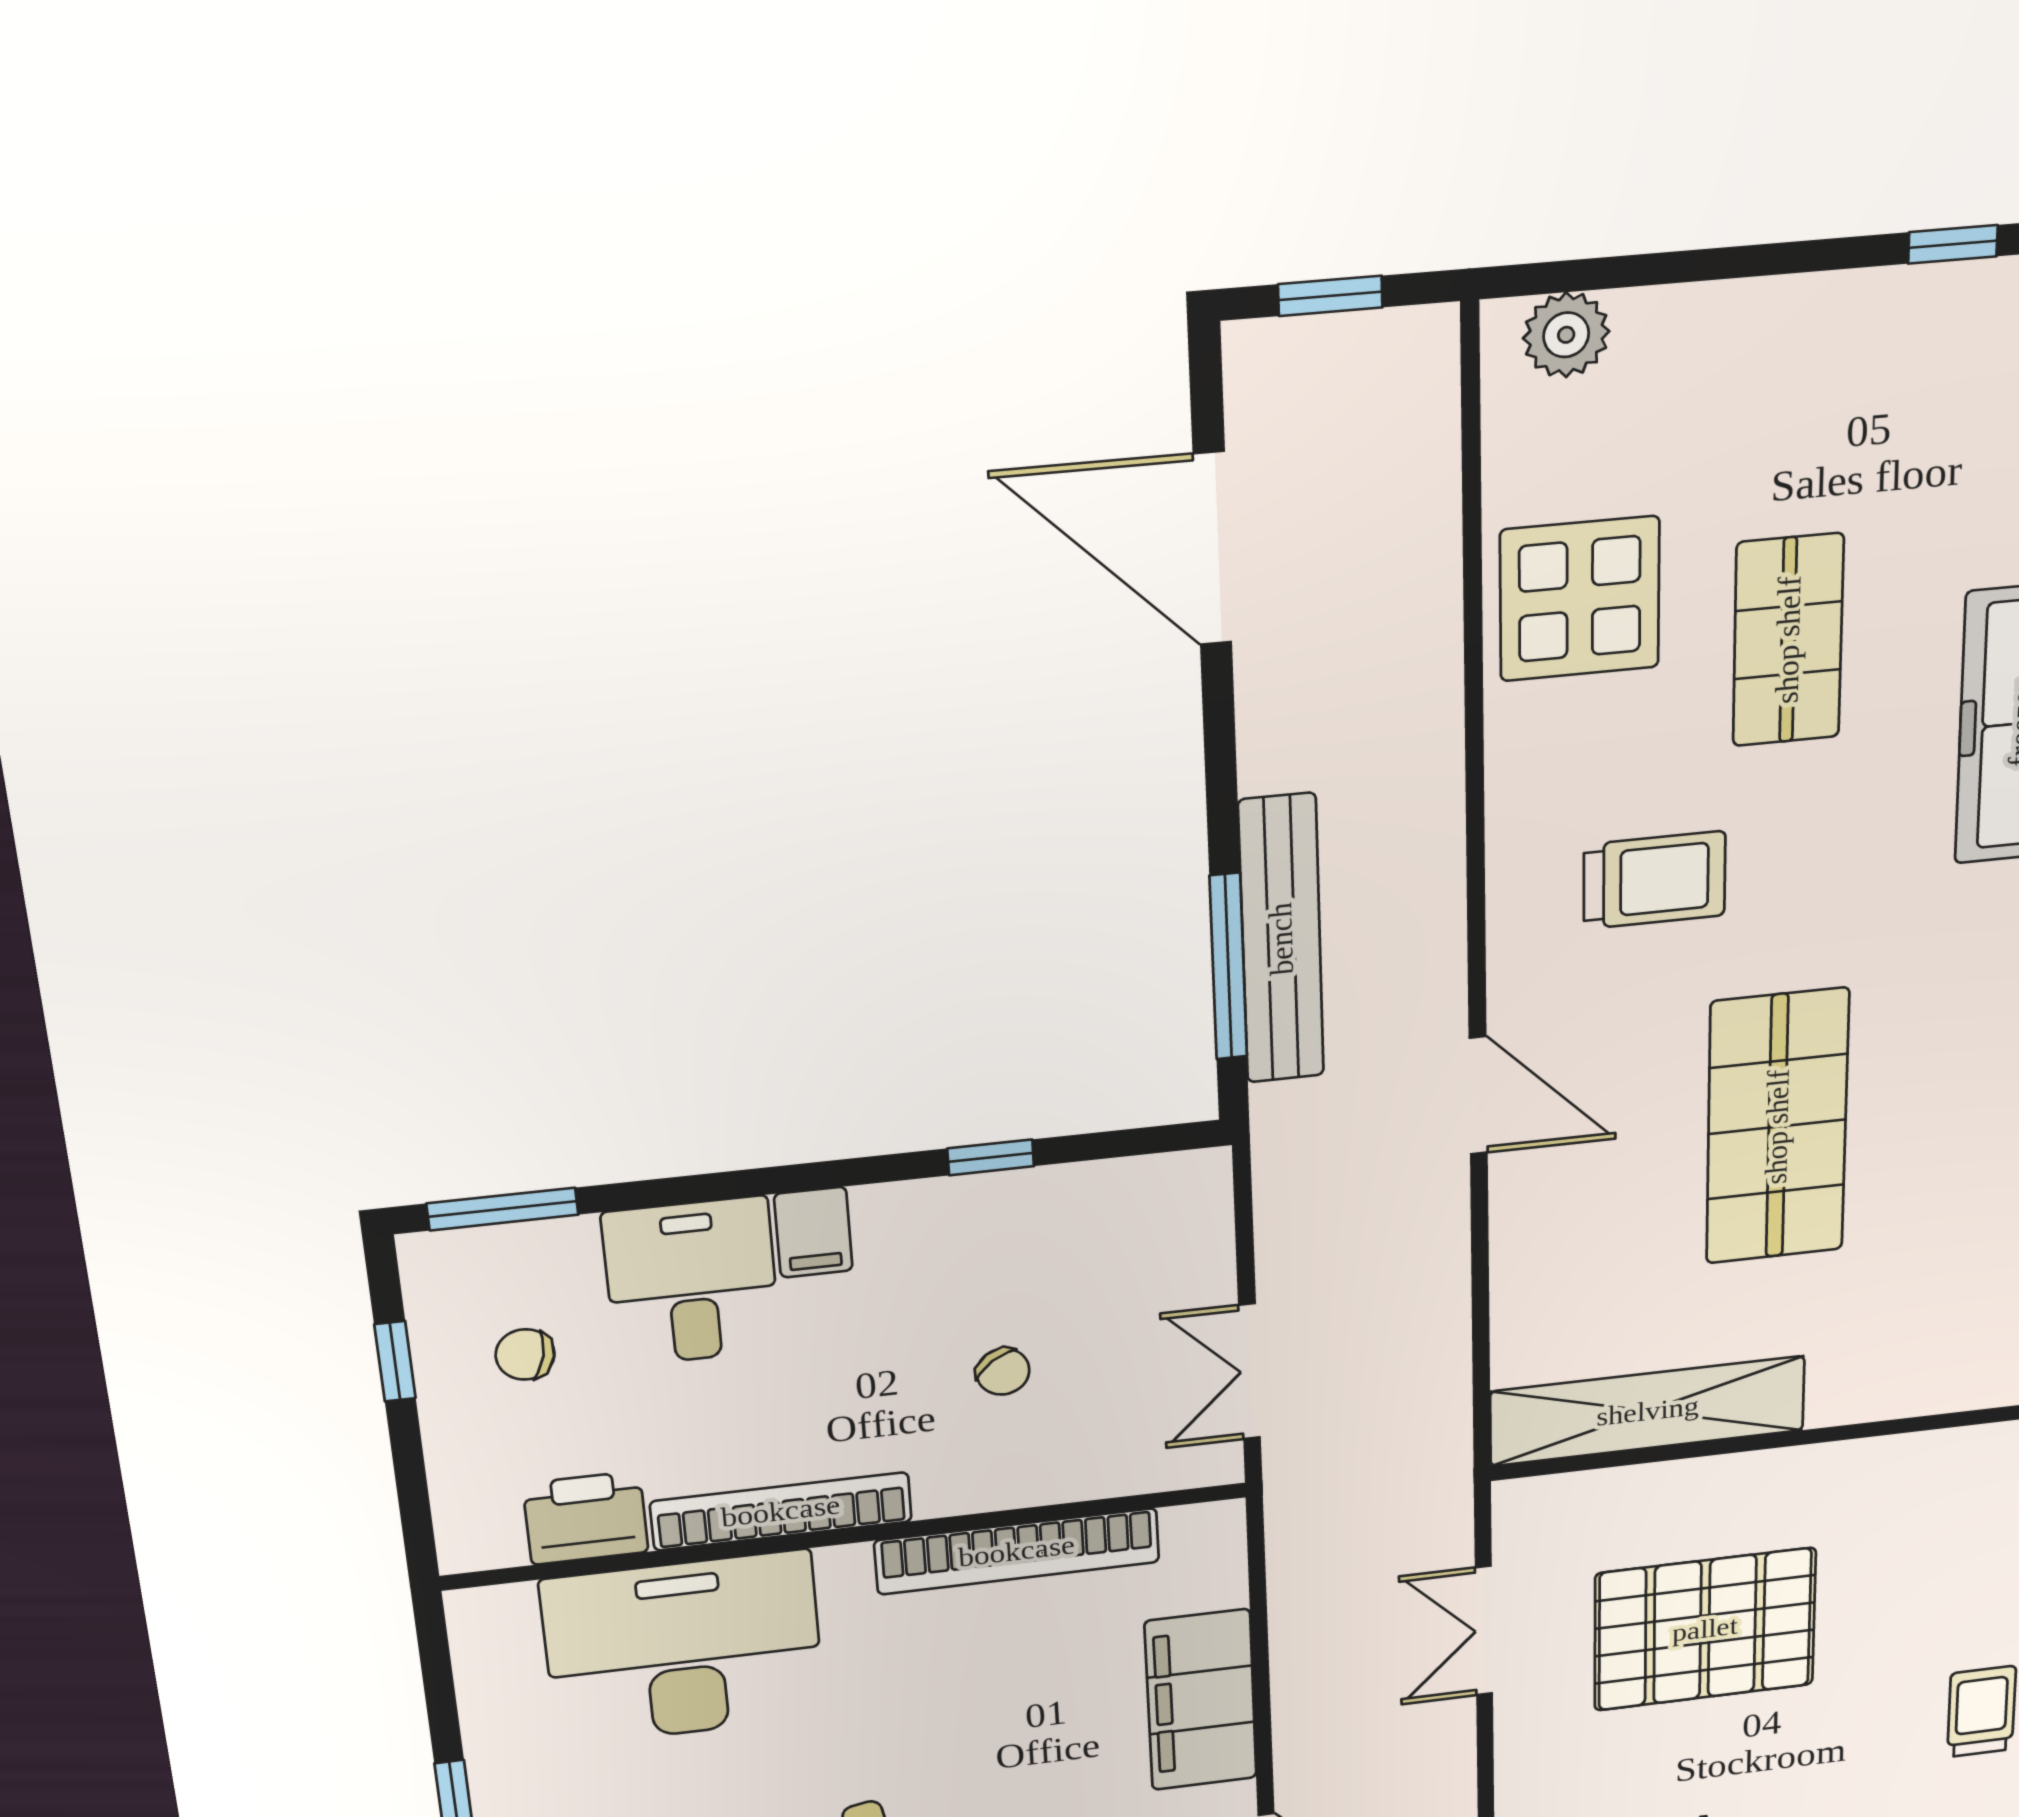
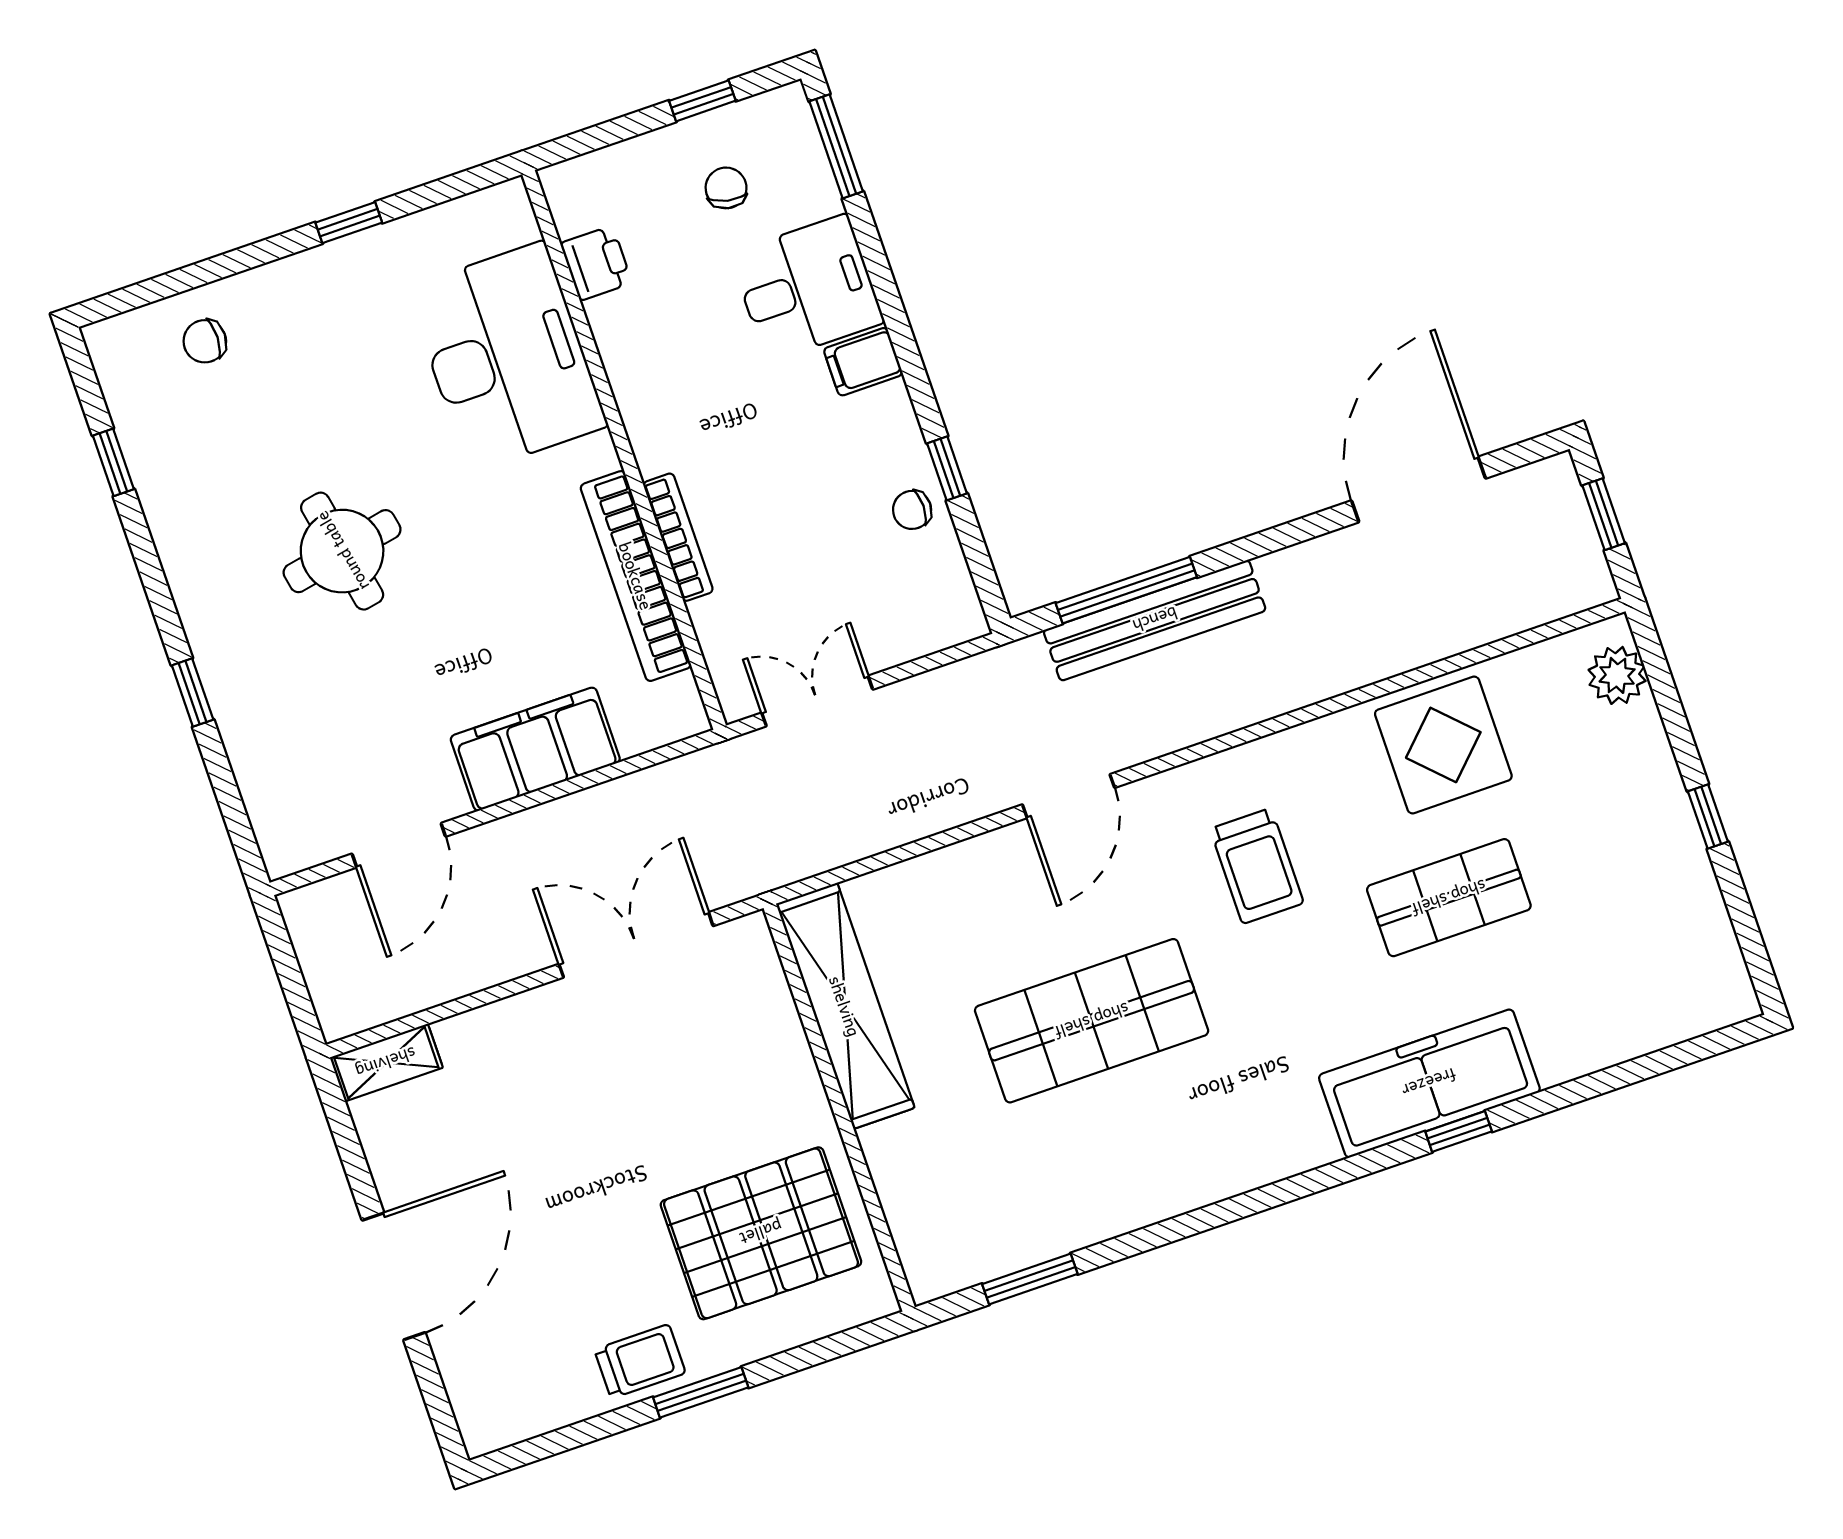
window: (1953, 244) -> (1708, 817), moved
chair: (1003, 1372) -> (912, 510), moved, turned 36
bookcase: (781, 1511) -> (678, 537), moved, width x0.68, depth x0.76
printer: (586, 1518) -> (596, 263), width x0.73, depth x0.81
pallet: (1705, 1629) -> (761, 1233), moved, turned 90
double door: (1484, 1631) -> (636, 945), width x1.37

